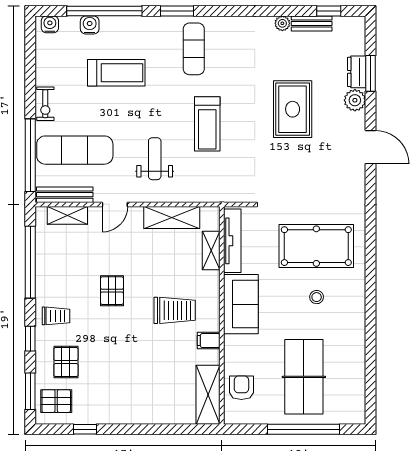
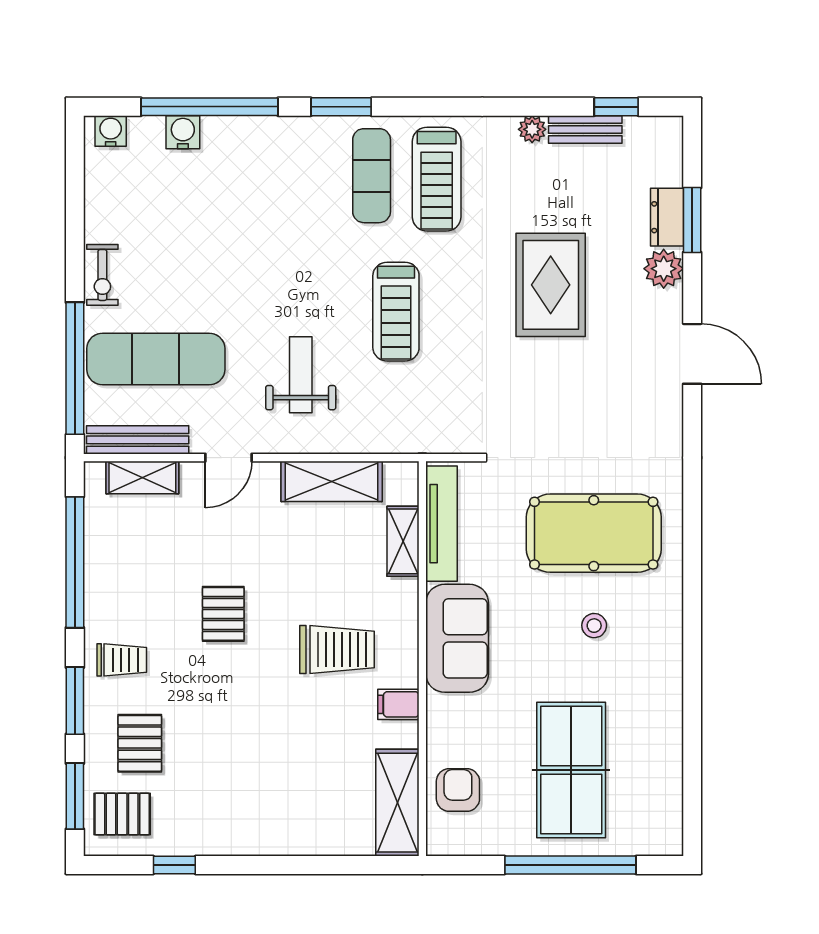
treadmill: (116, 73) -> (437, 179), moved, turned 90
window: (30, 339) -> (75, 701), width x1.50

